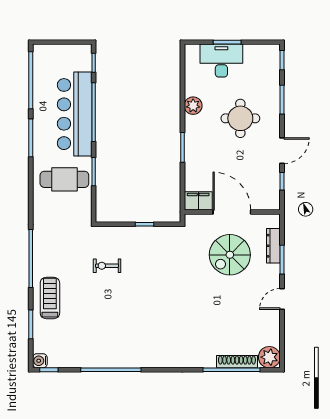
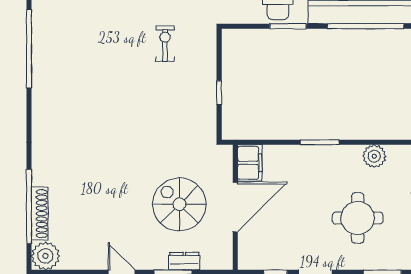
dresser: (273, 246) -> (184, 261), width x0.70

